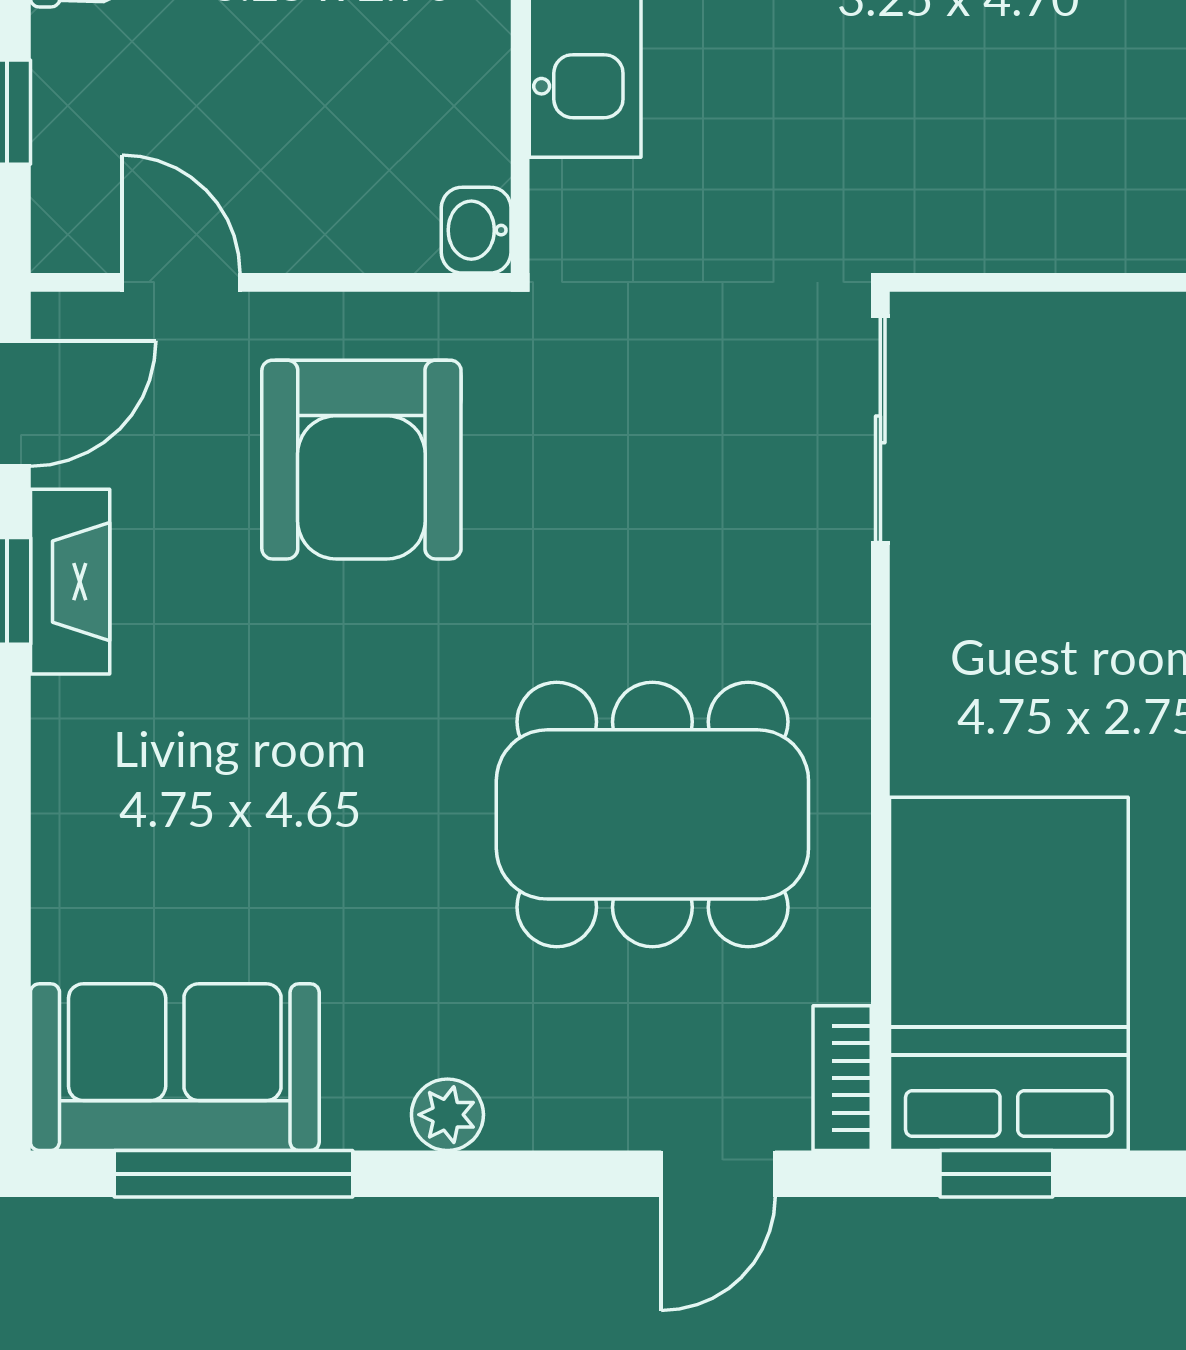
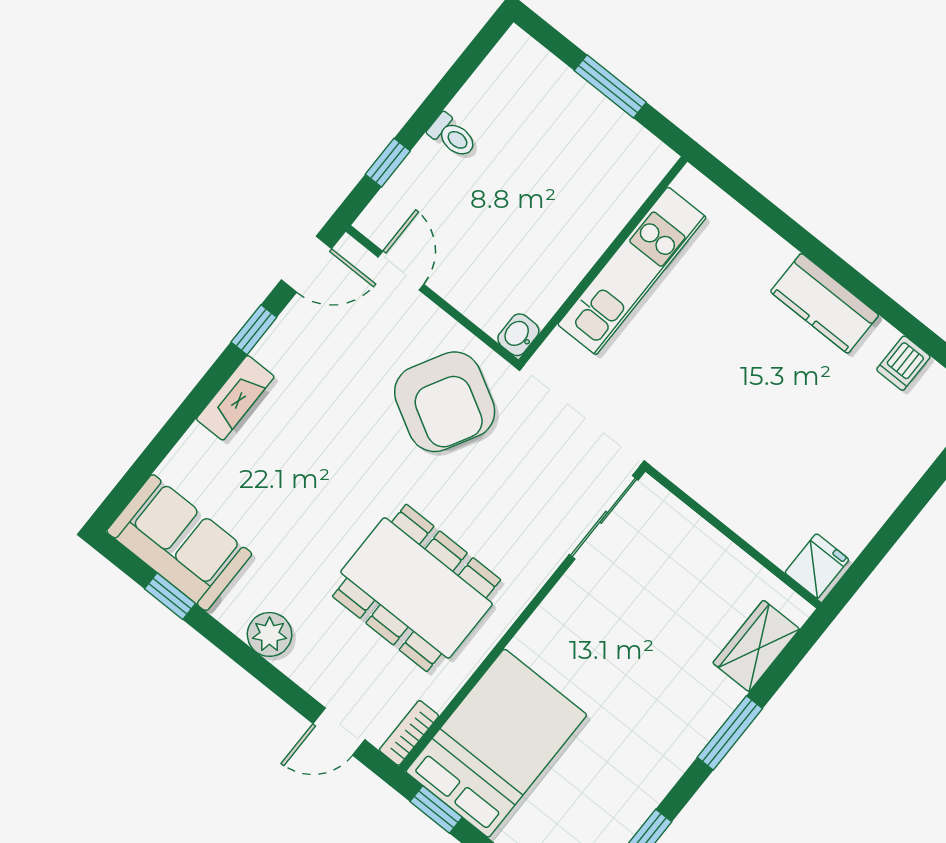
armchair: (361, 460) -> (445, 402), moved, turned -61
fireplace: (70, 582) -> (235, 398), moved
plant: (447, 1115) -> (270, 634), width x1.38, depth x1.38
window: (233, 1174) -> (170, 596), width x0.46

